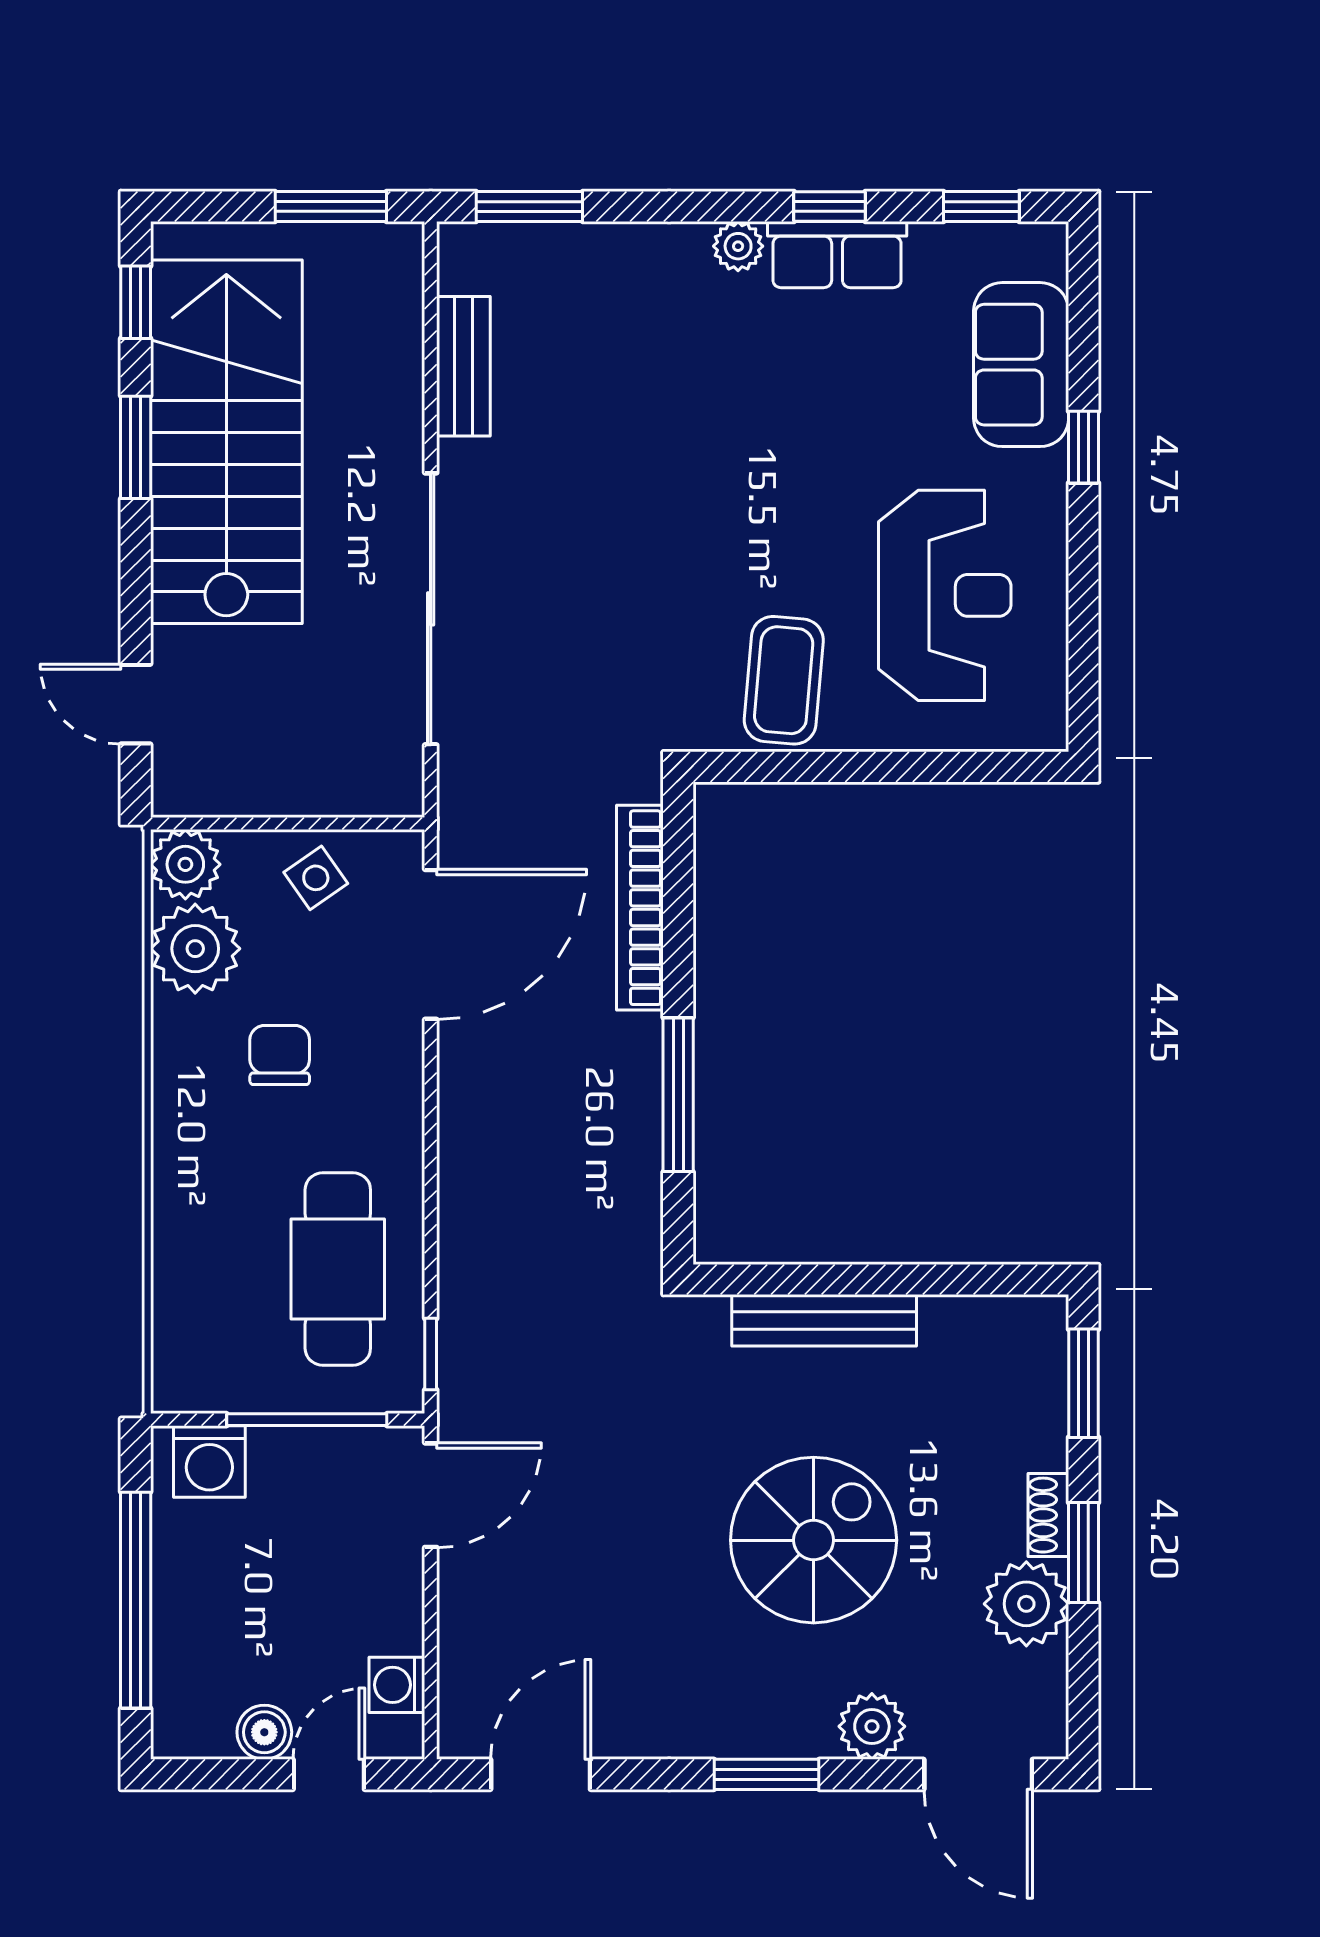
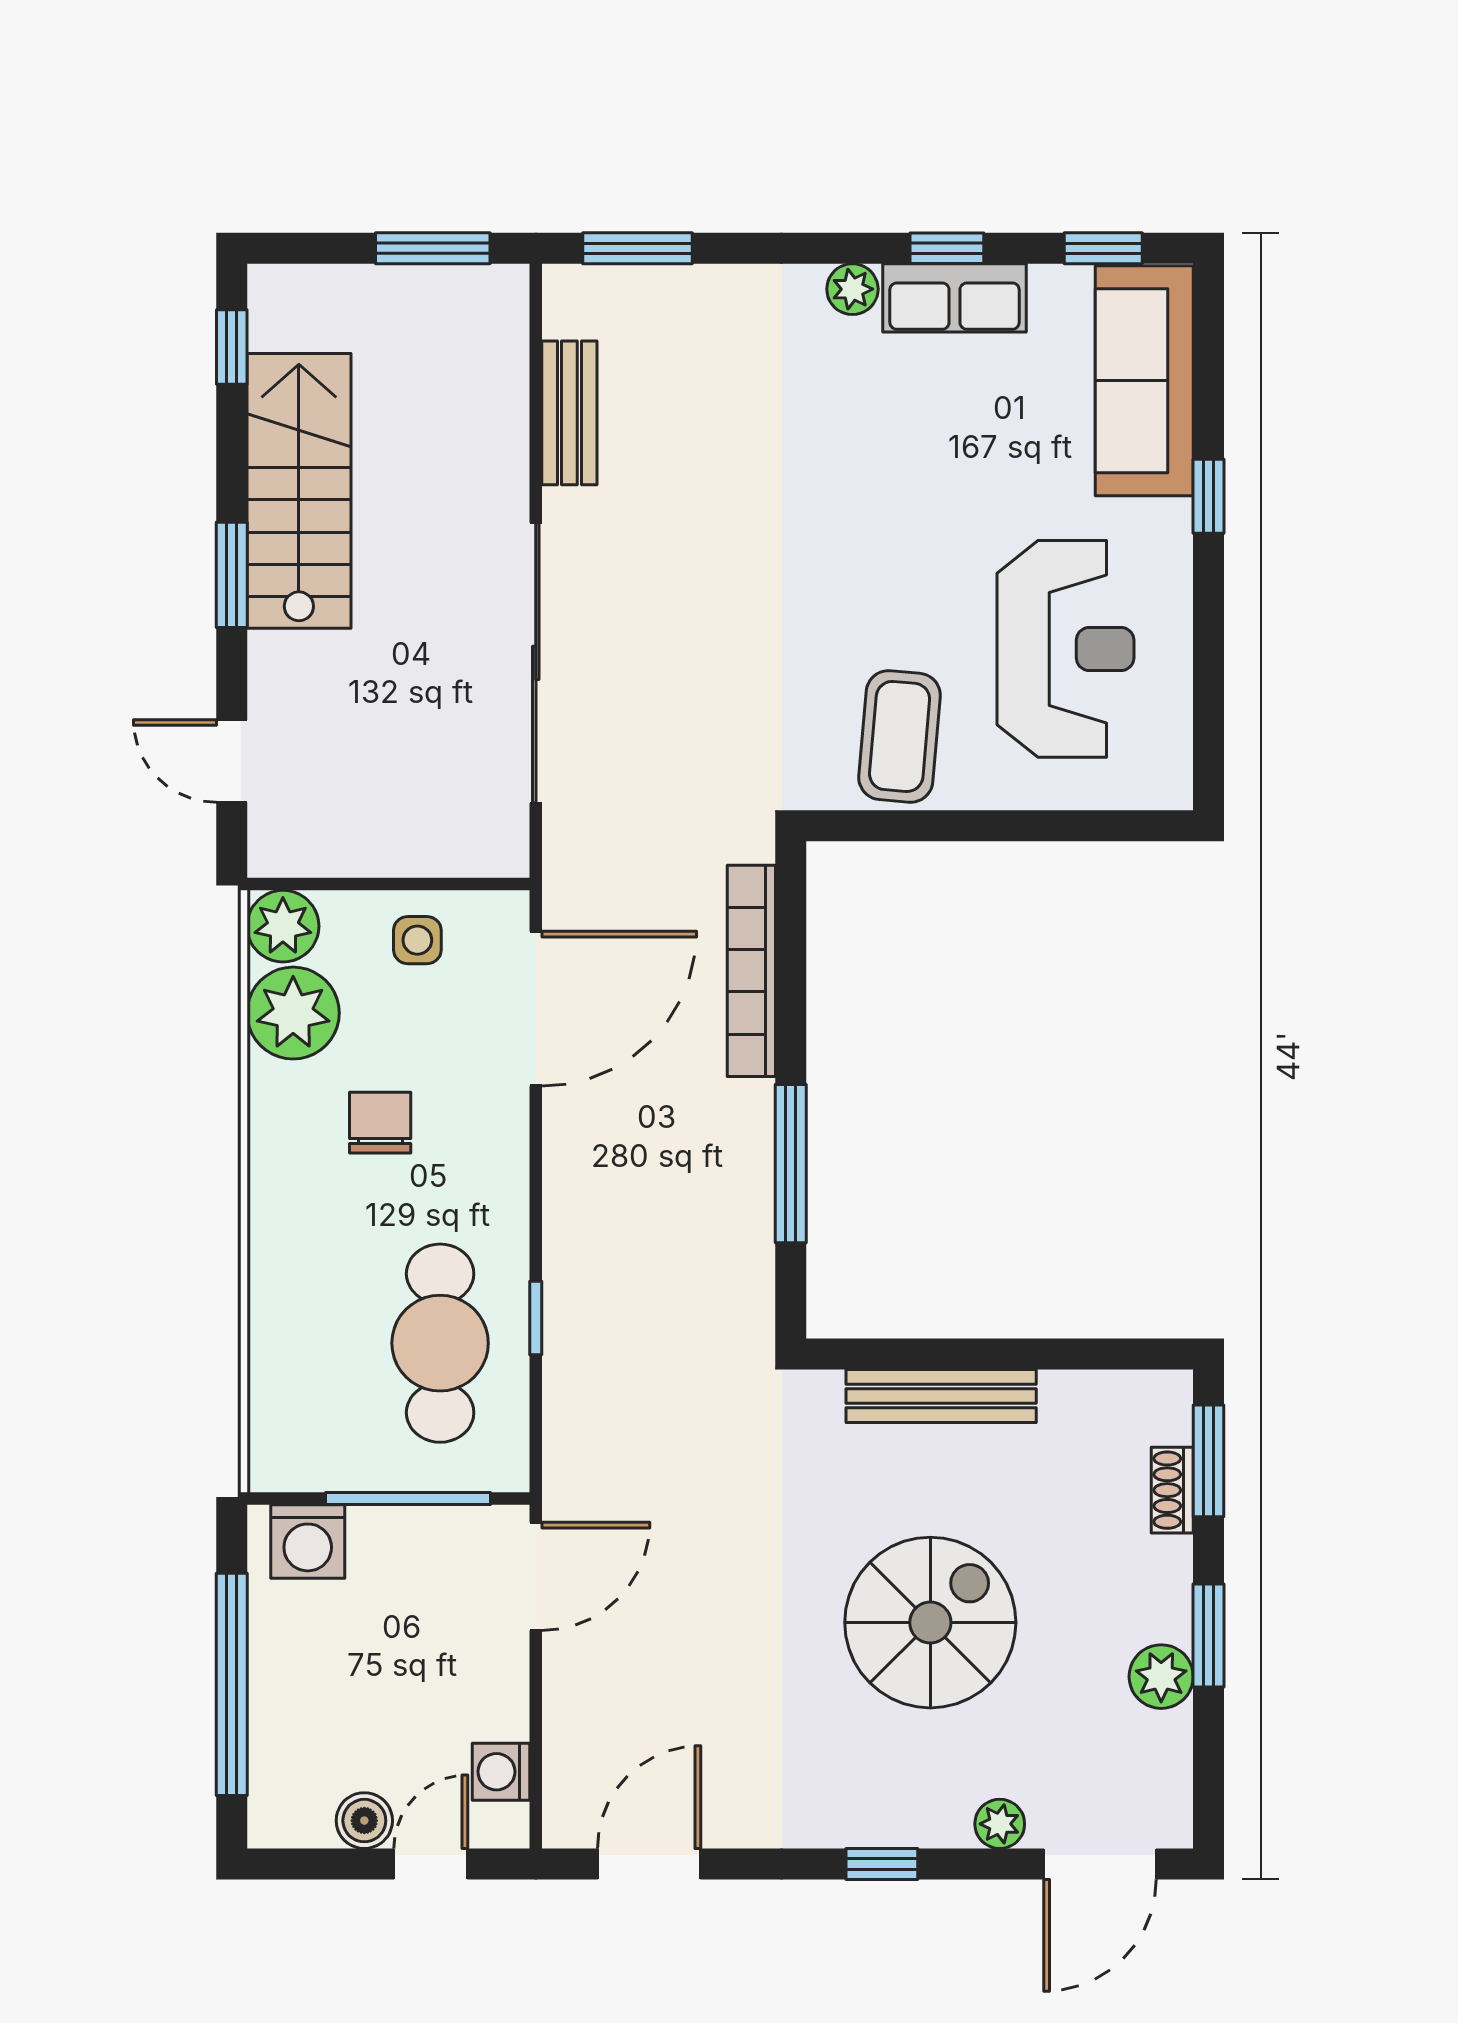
sofa: (1021, 365) -> (1144, 381), width x1.36
stairs: (226, 442) -> (299, 491), width x0.73, depth x0.66
window: (136, 447) -> (232, 575), moved
side table: (316, 878) -> (417, 940), turned 35
window: (431, 1354) -> (536, 1318), moved
shoe rack: (1048, 1515) -> (1172, 1490), moved
plant: (1026, 1604) -> (1161, 1677), width x0.73, depth x0.73
plant: (872, 1726) -> (1000, 1824), width x0.73, depth x0.73
window: (767, 1774) -> (882, 1864), width x0.67
door: (978, 1774) -> (1100, 1864), hinge flipped

